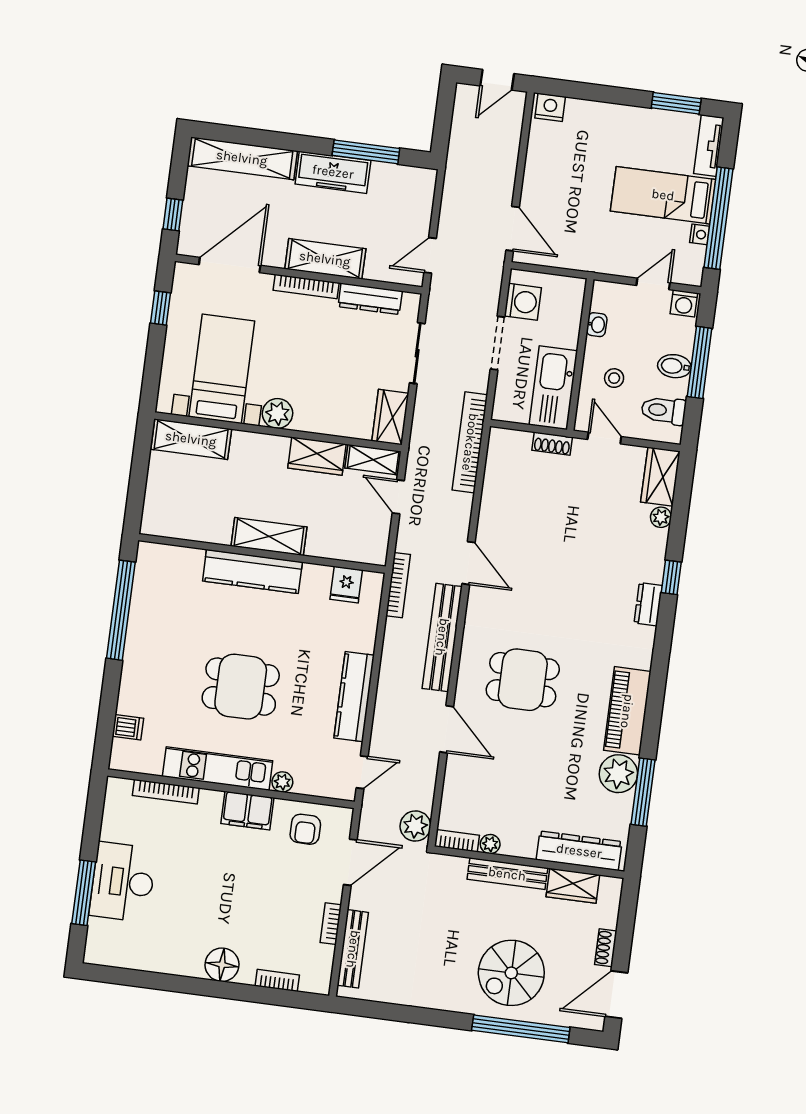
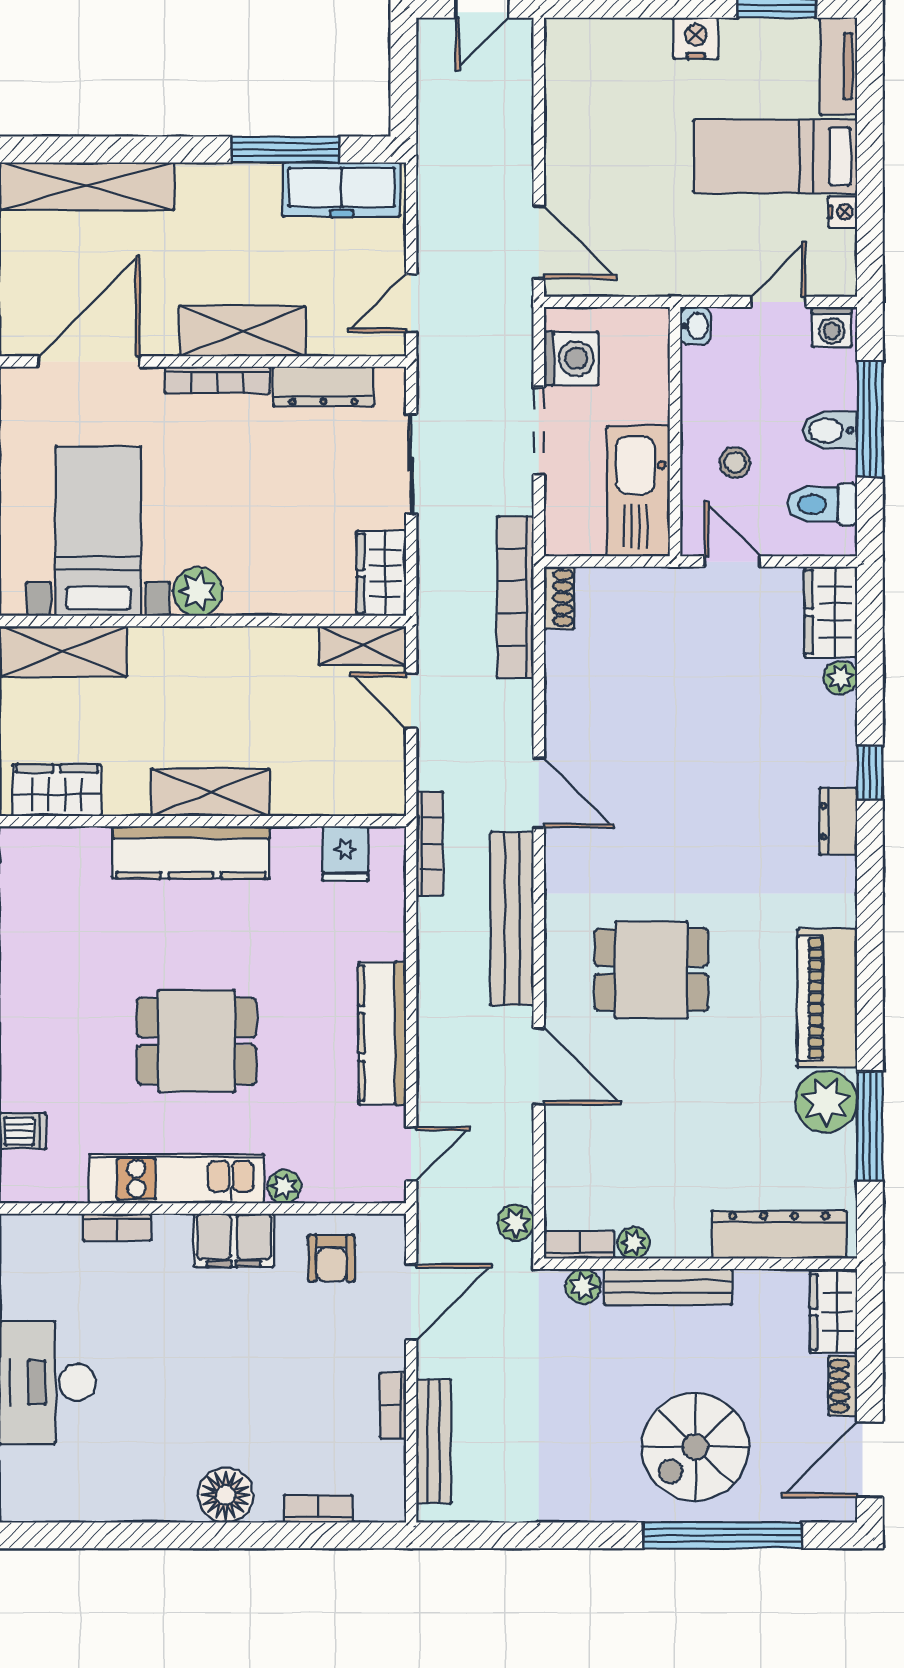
nightstand: (550, 107) -> (696, 38), moved
freezer: (333, 172) -> (342, 190), moved
window: (719, 218) -> (870, 182), removed
washbasin: (597, 325) -> (695, 326), moved
shoe rack: (552, 444) -> (559, 598), moved, turned -90
wardrobe: (317, 456) -> (57, 790), moved, turned 180
bookcase: (166, 792) -> (117, 1227), width x0.64
plant: (415, 826) -> (516, 1223), width x0.73, depth x0.73
plant: (456, 866) -> (583, 1286), added
wardrobe: (573, 886) -> (833, 1312), moved, turned 90

